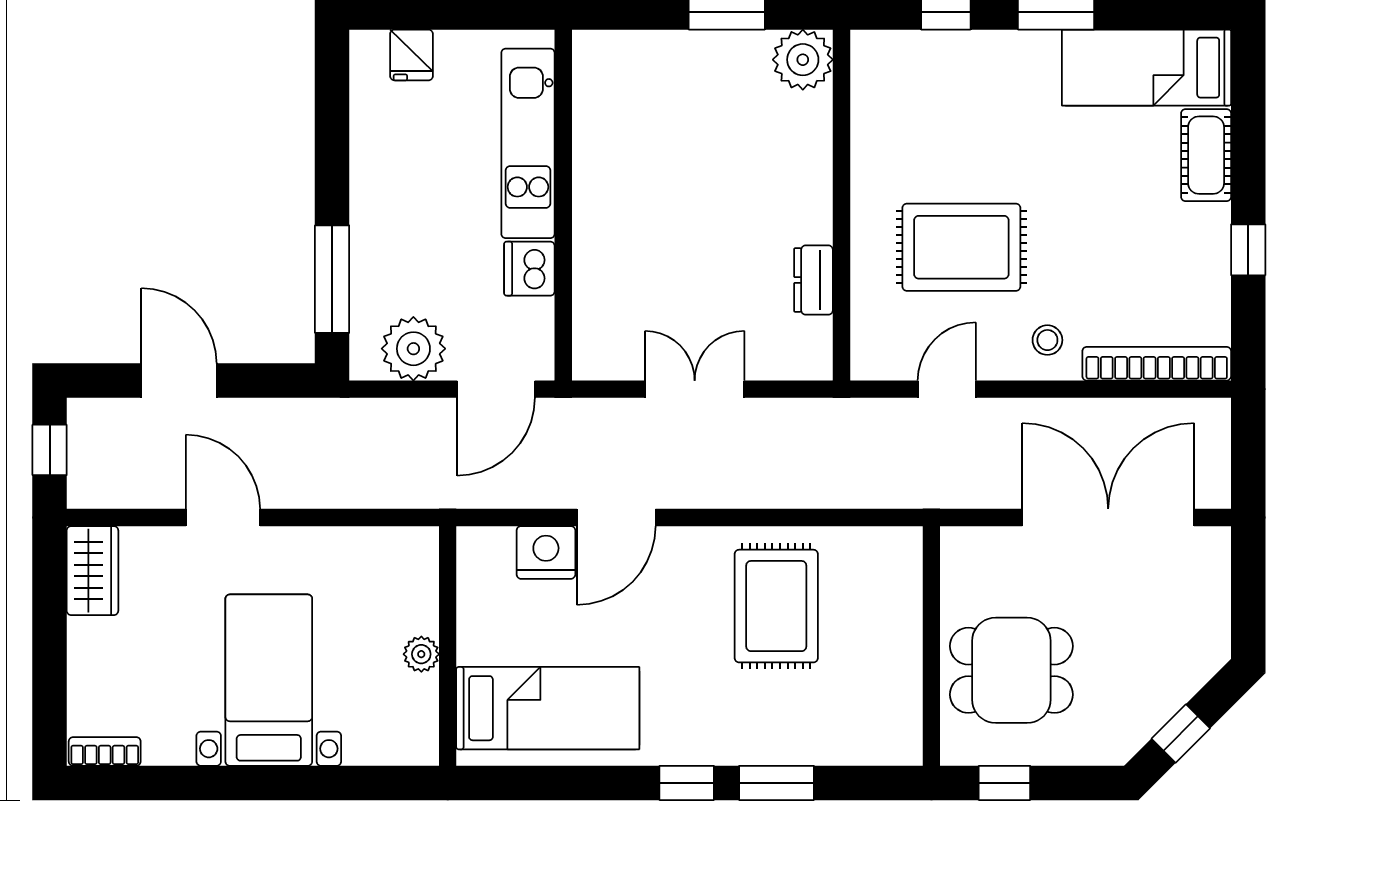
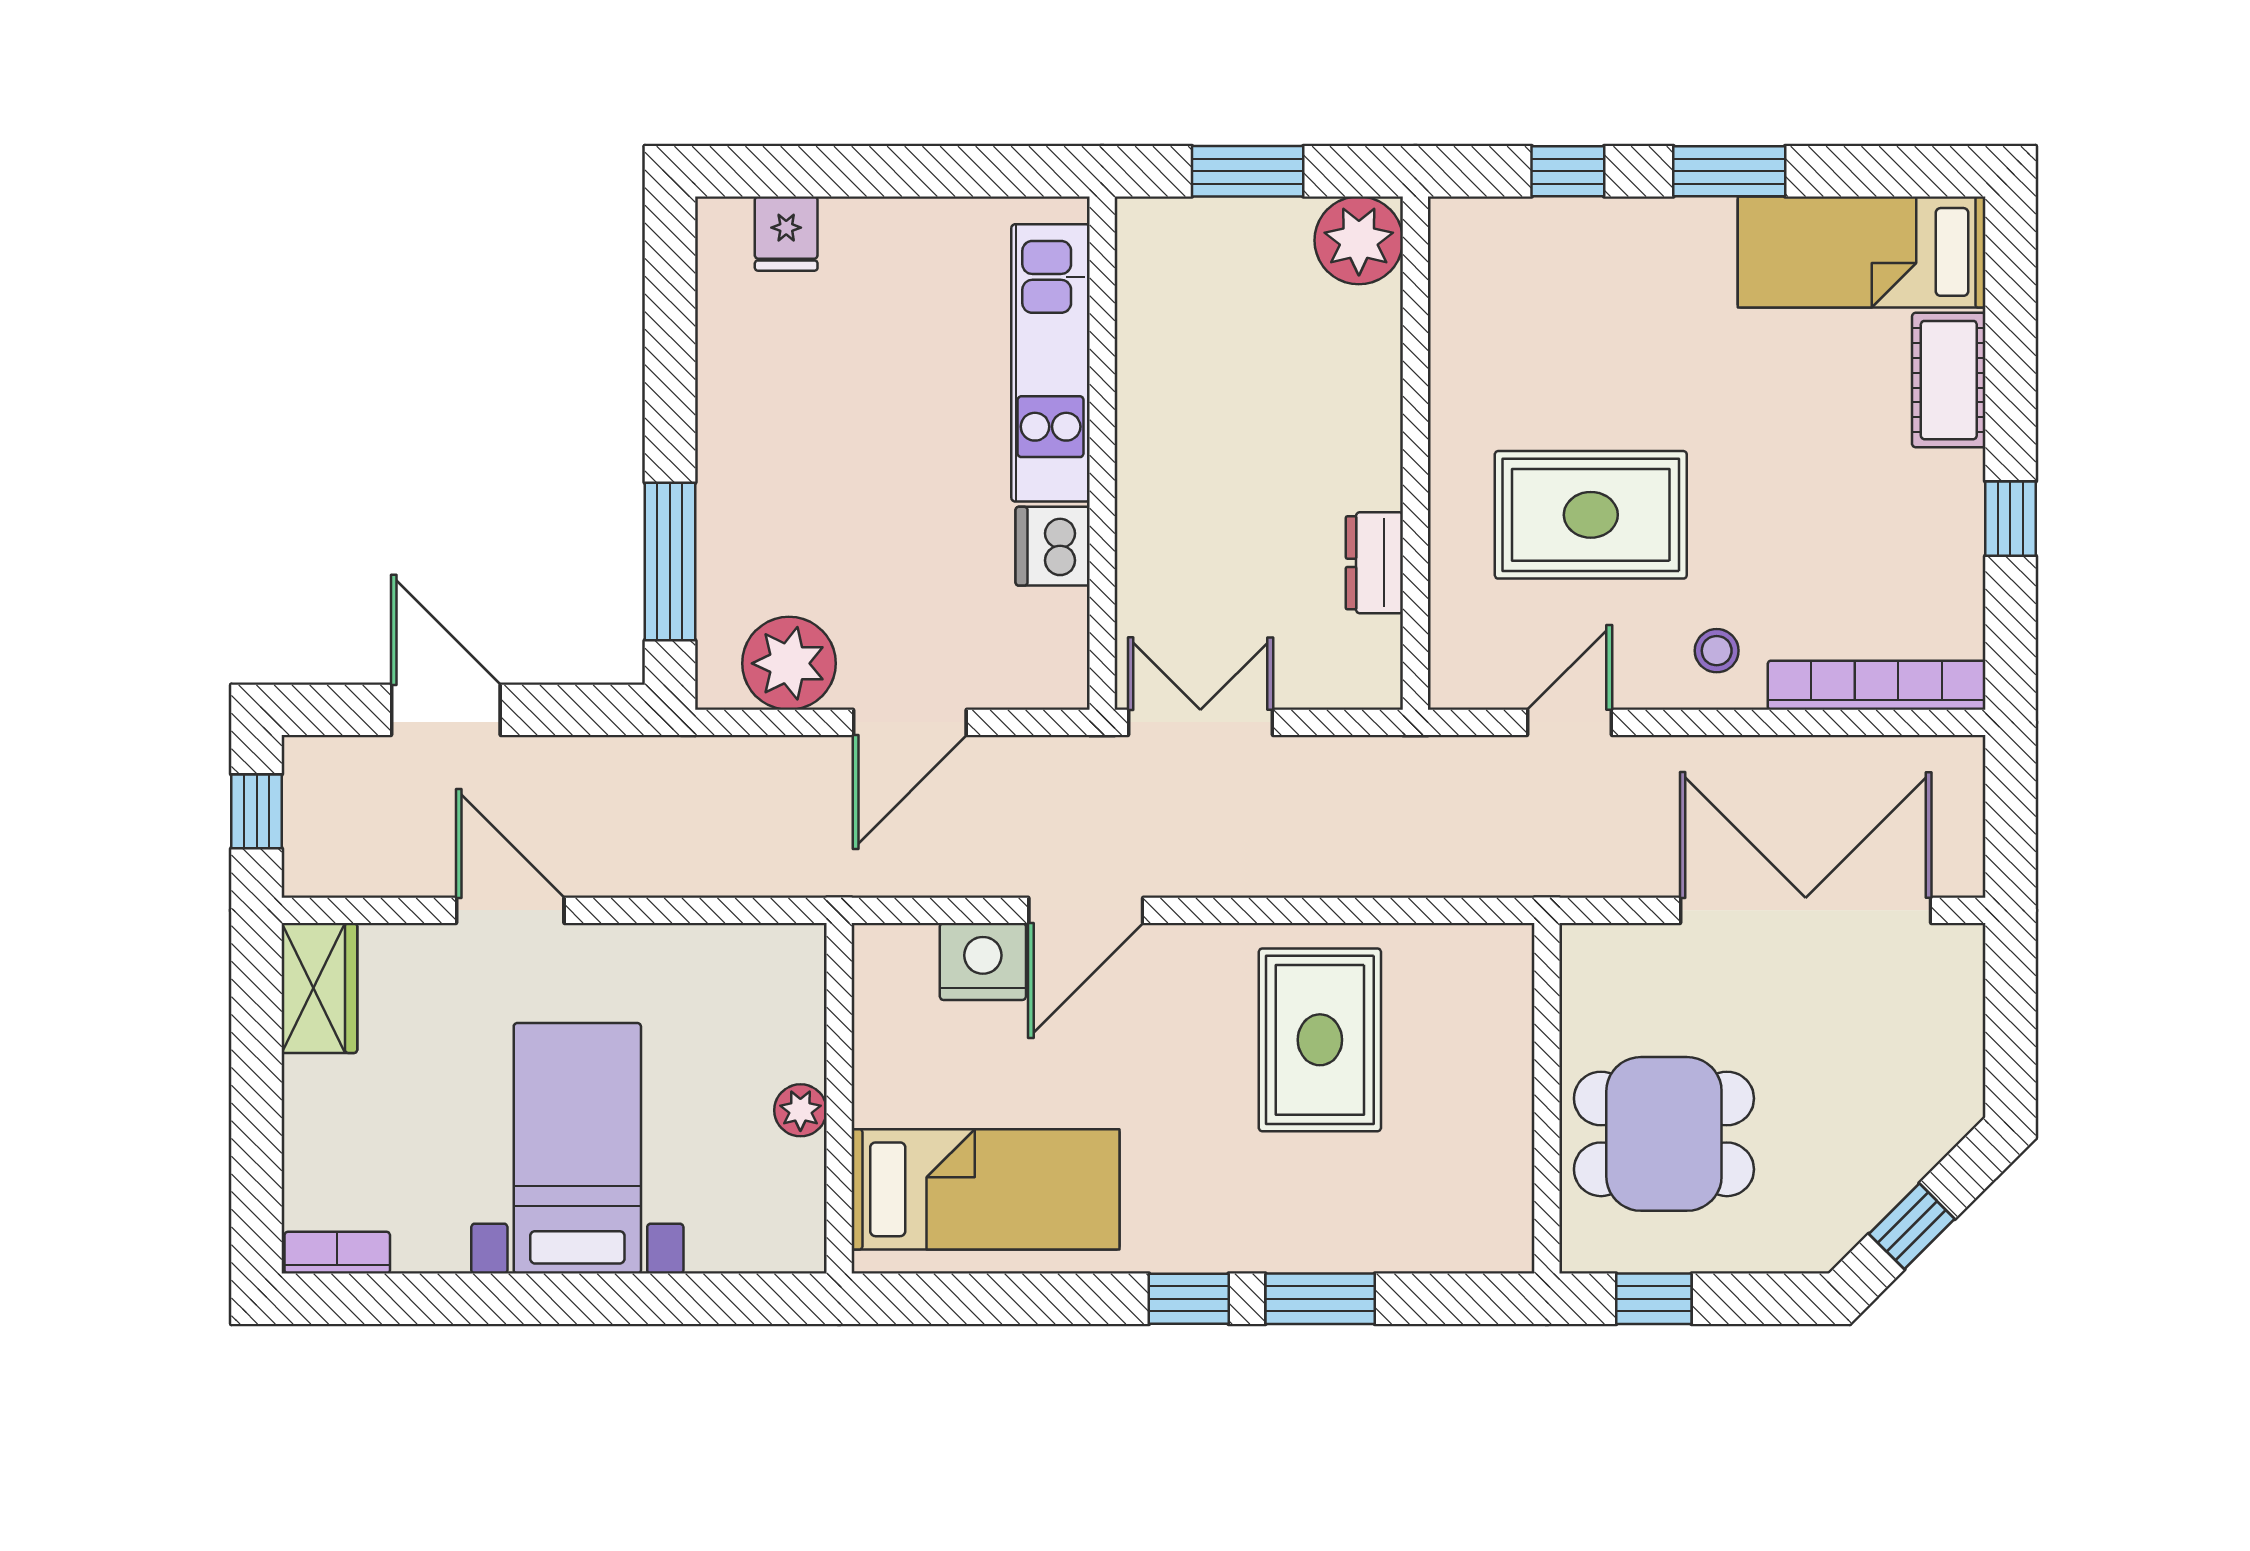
kitchen unit: (528, 143) -> (1051, 363), moved
wall: (563, 205) -> (1102, 453), moved
dishwasher: (529, 269) -> (1053, 546), moved

